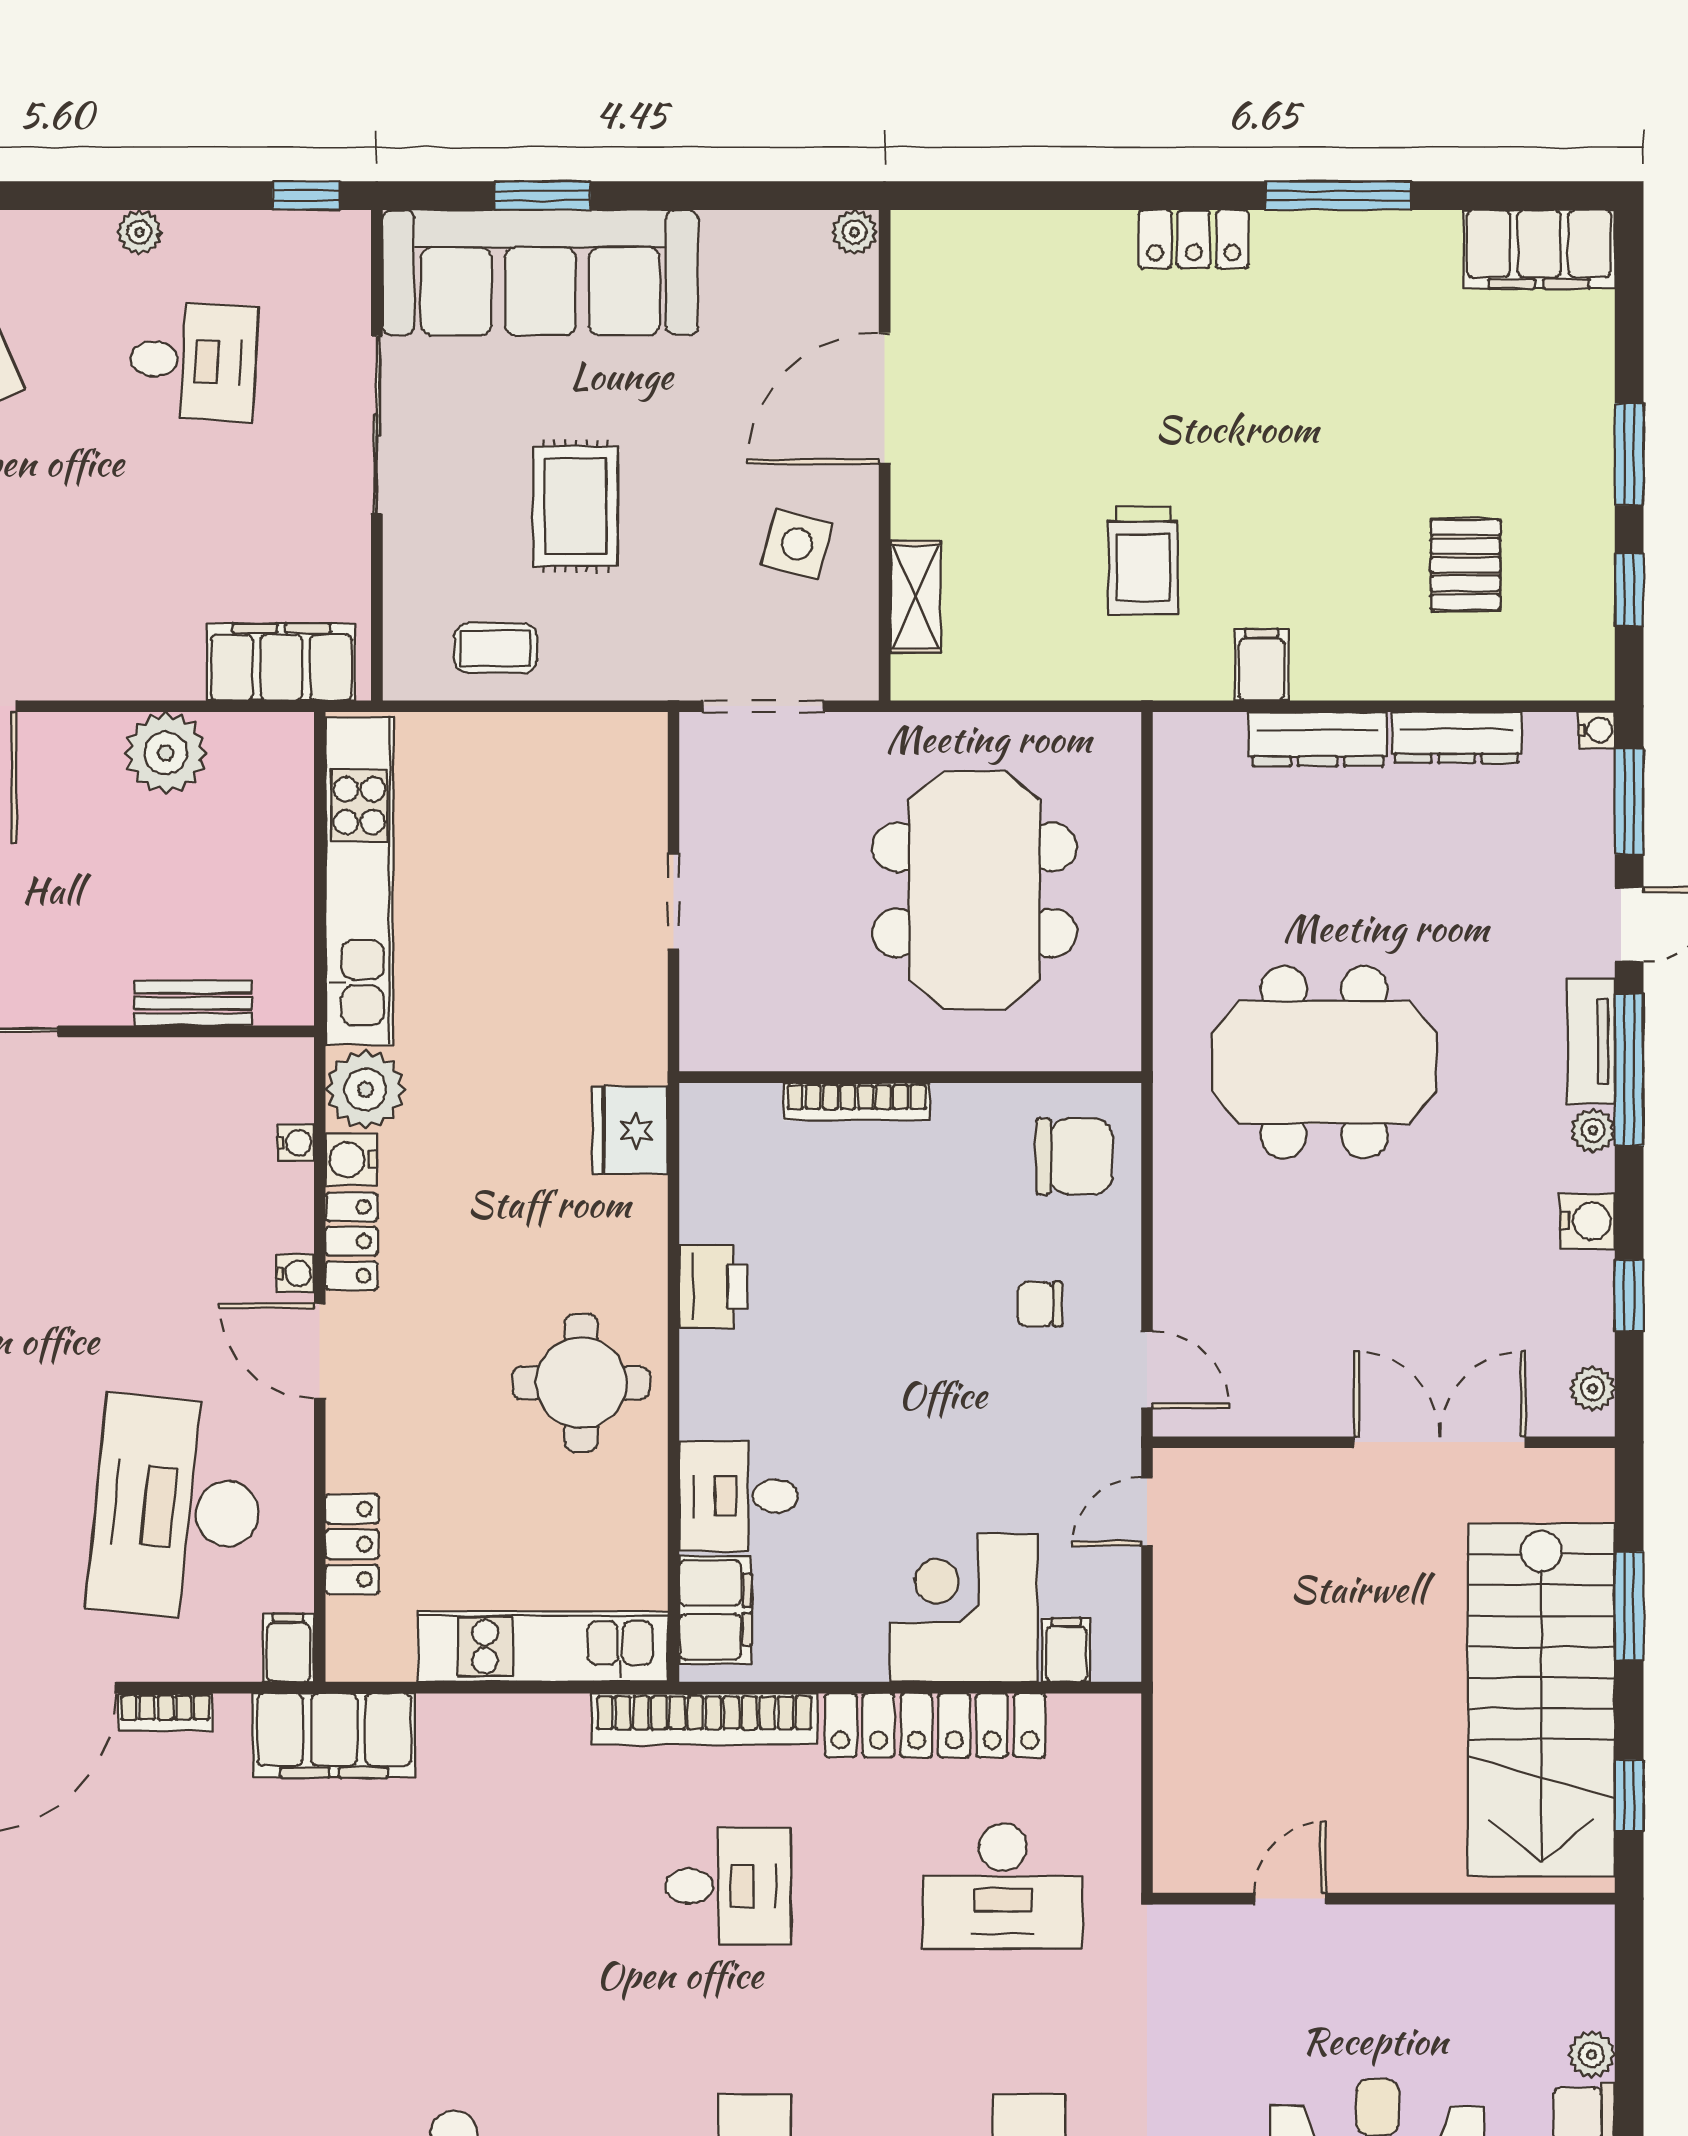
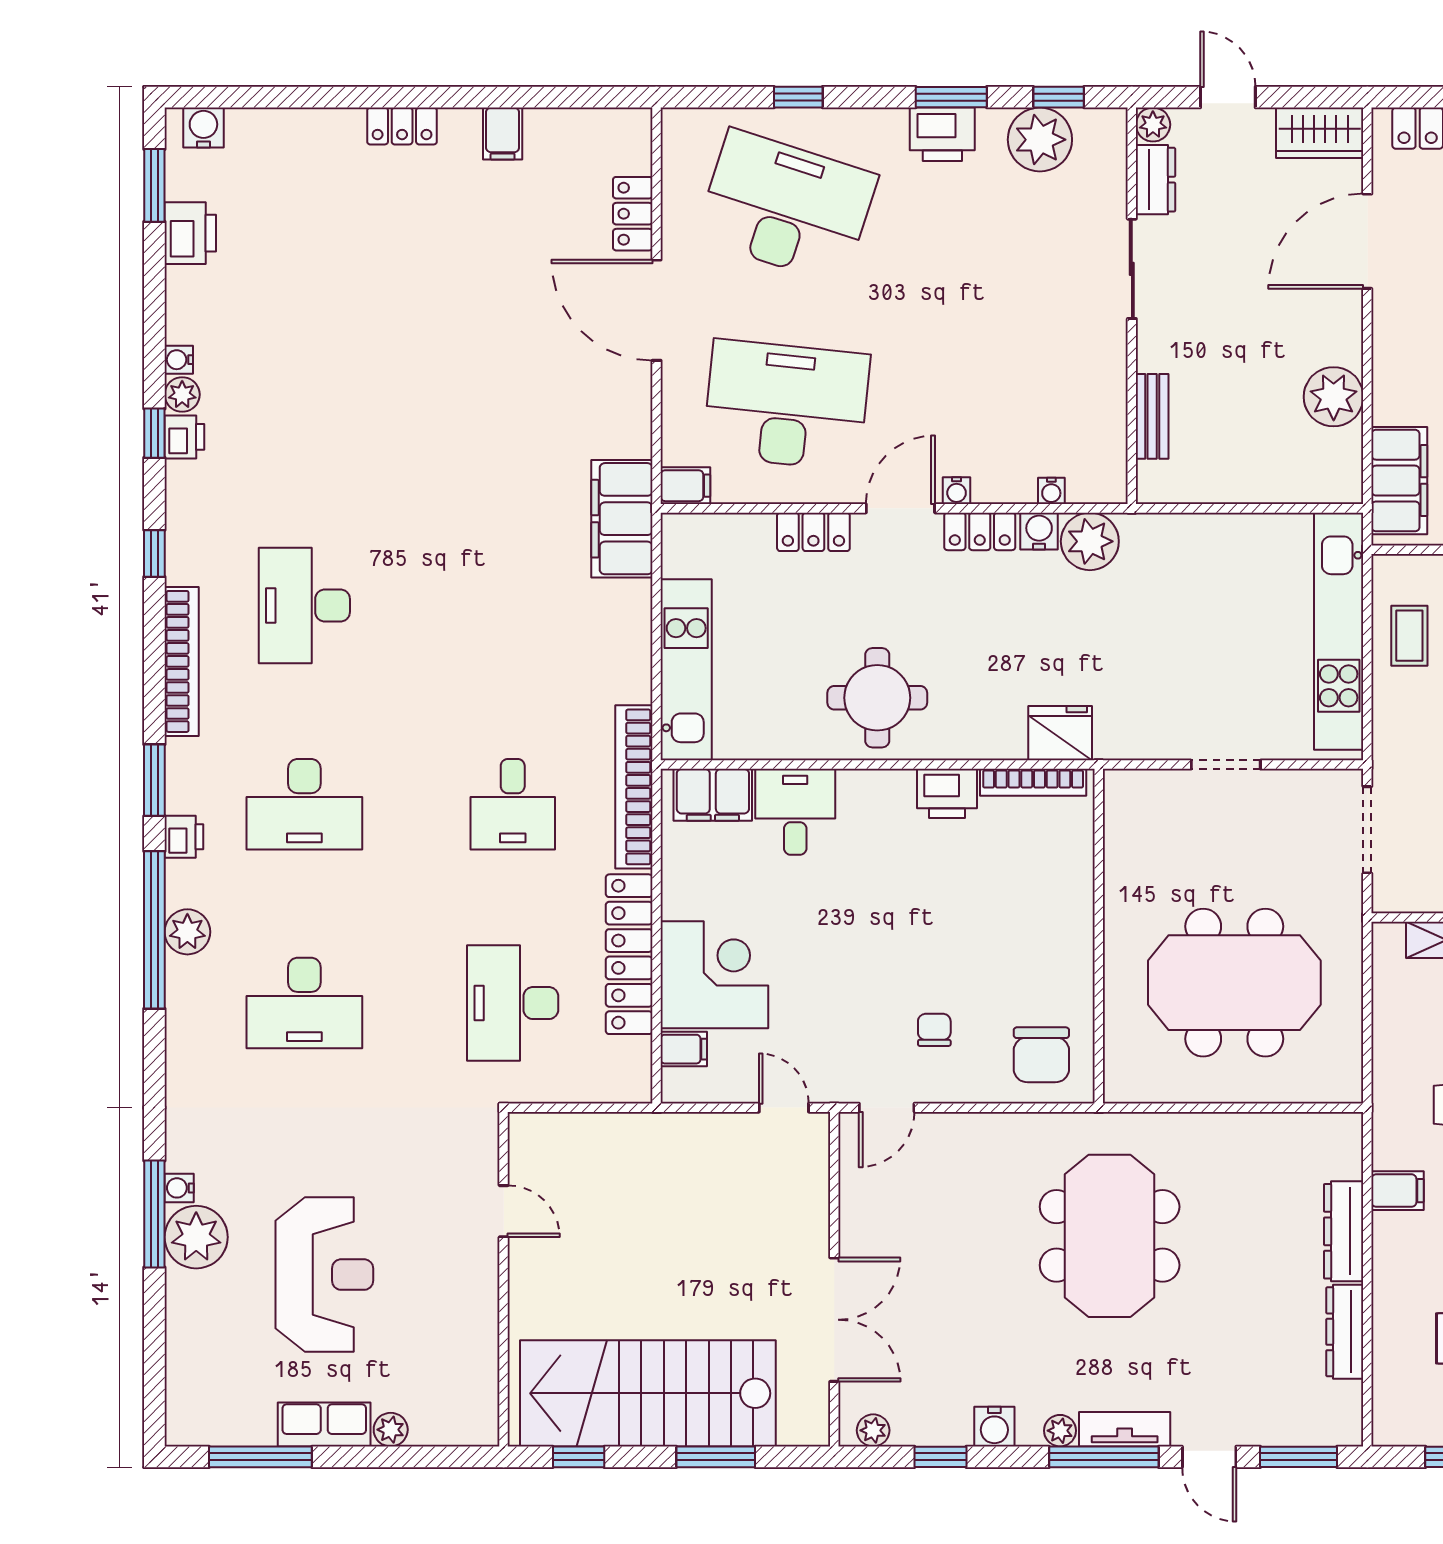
water cooler: (1597, 730) -> (1350, 1433), removed
kitchen unit: (359, 881) -> (1339, 631), moved, turned 90
bookcase: (857, 1101) -> (1033, 782), moved, turned -90
locker: (352, 1544) -> (813, 532), moved
bookcase: (165, 1712) -> (639, 397), removed

